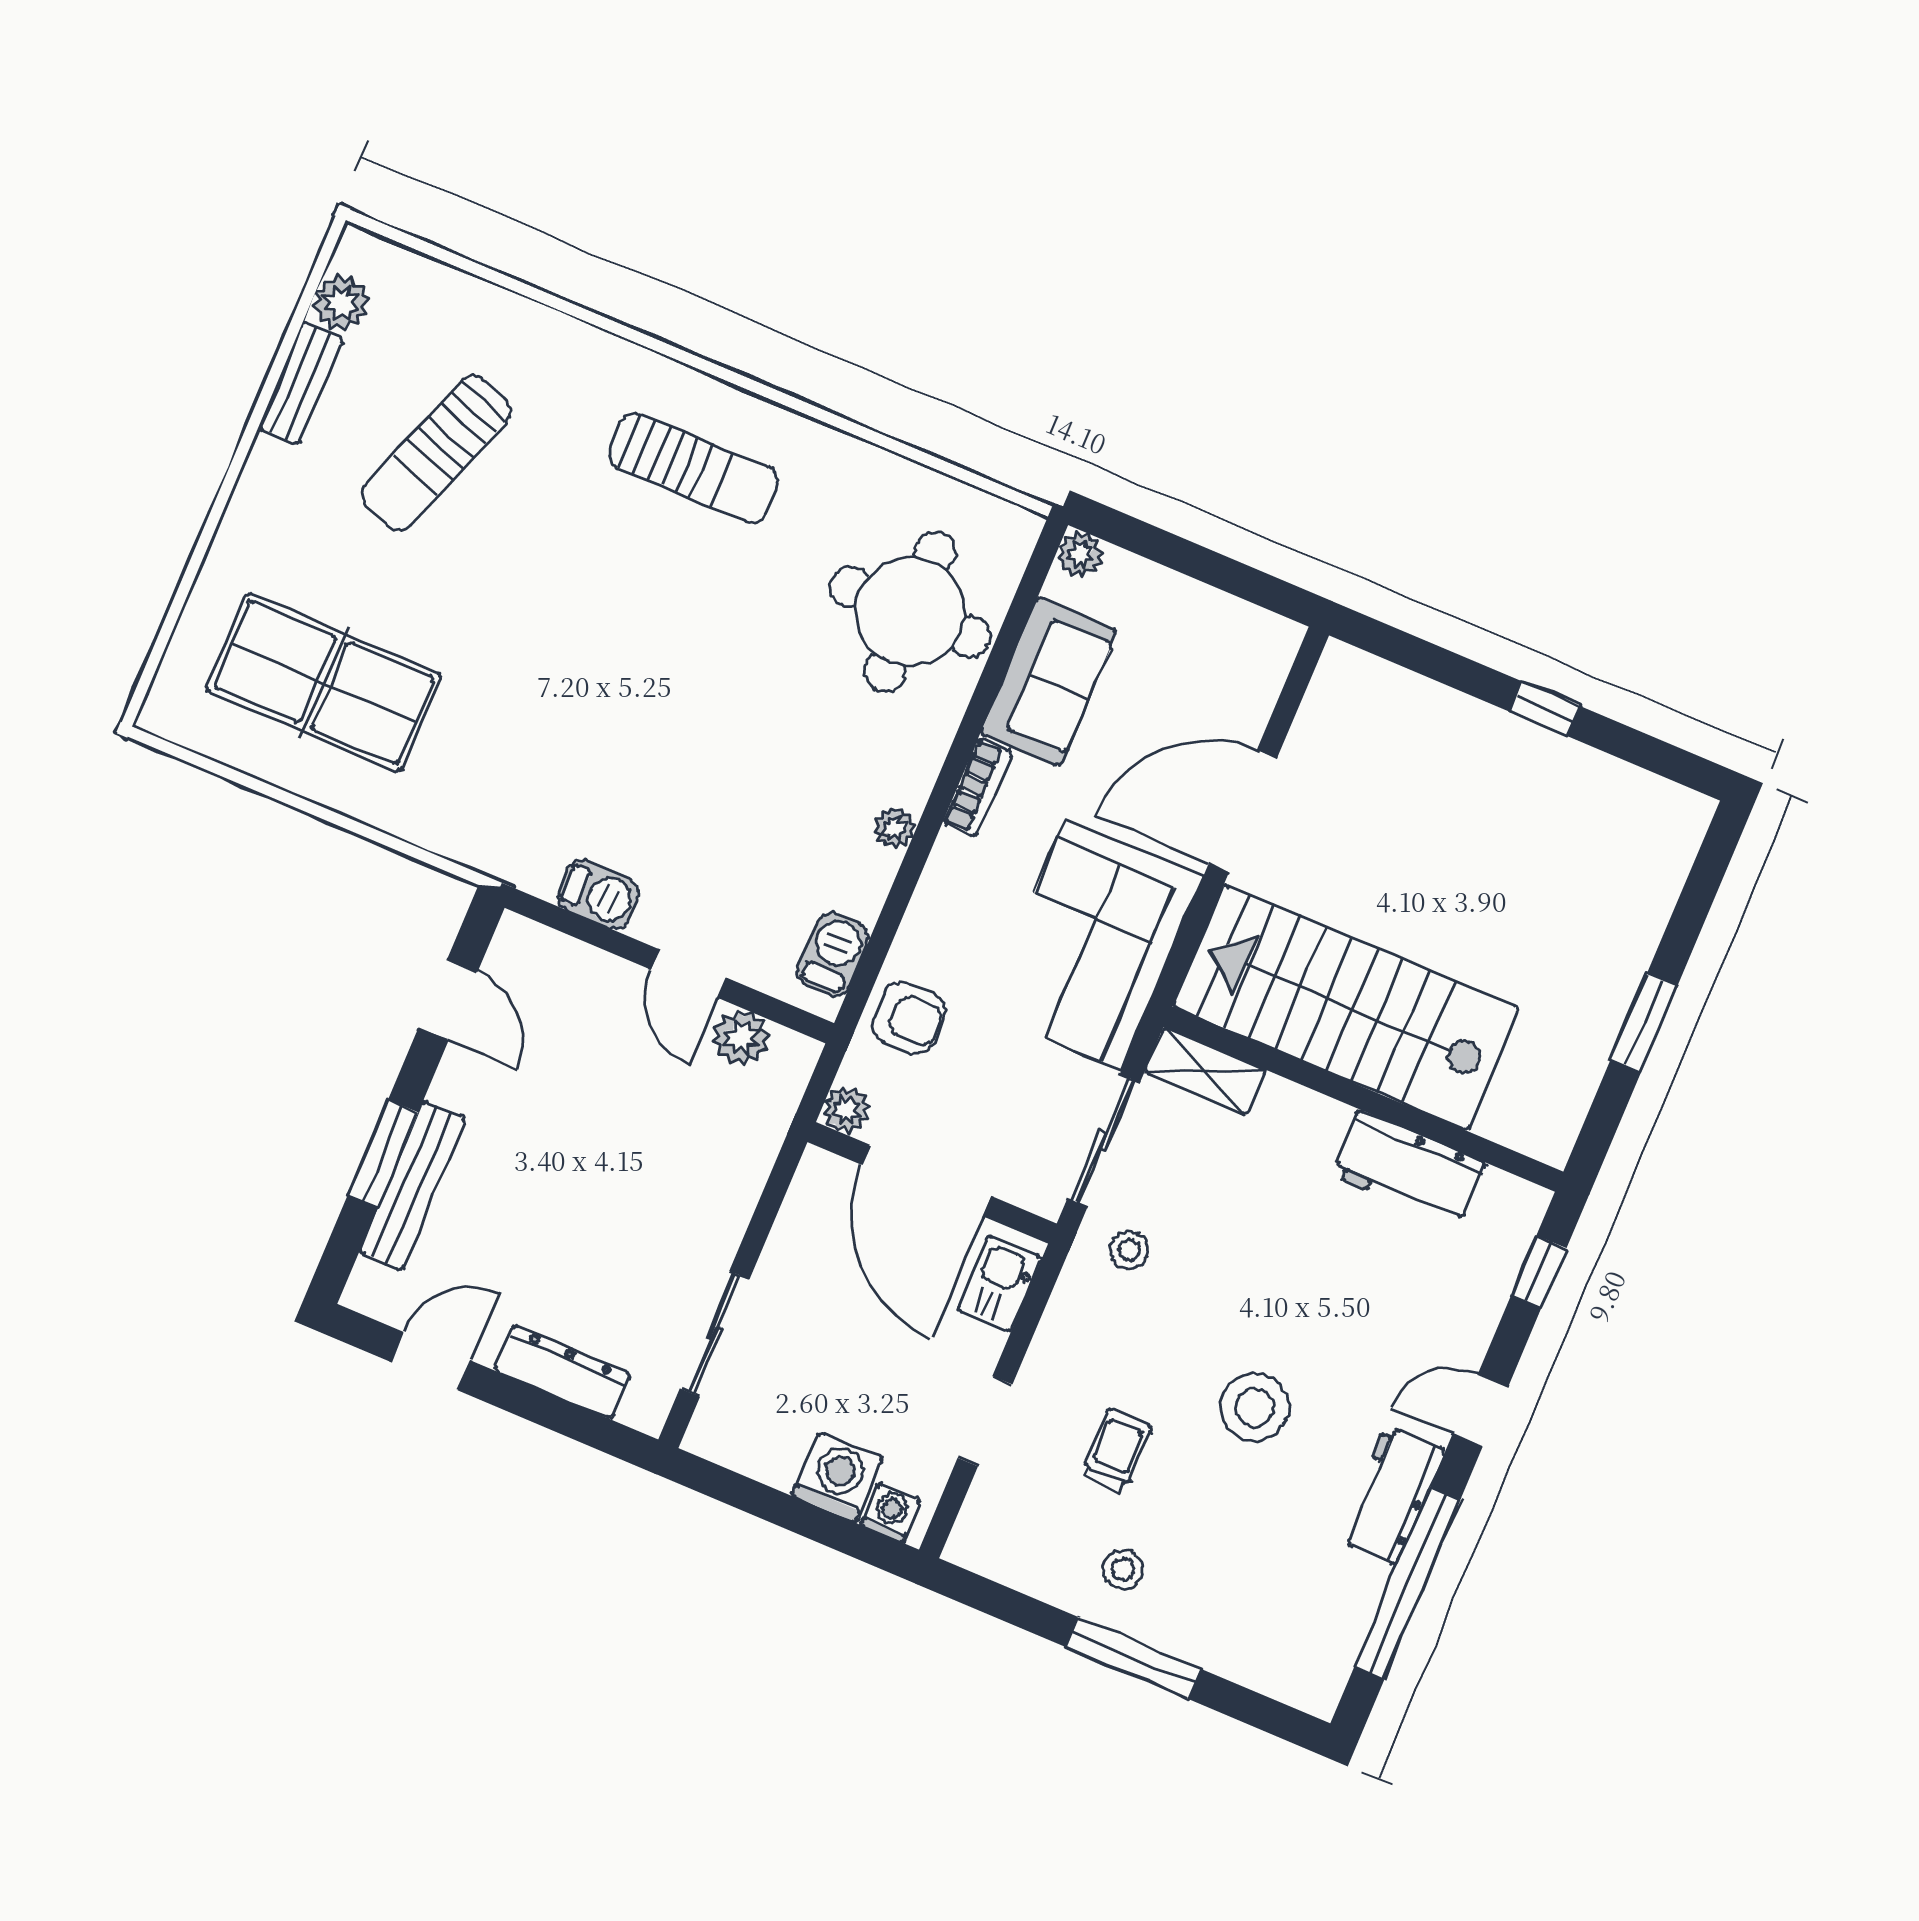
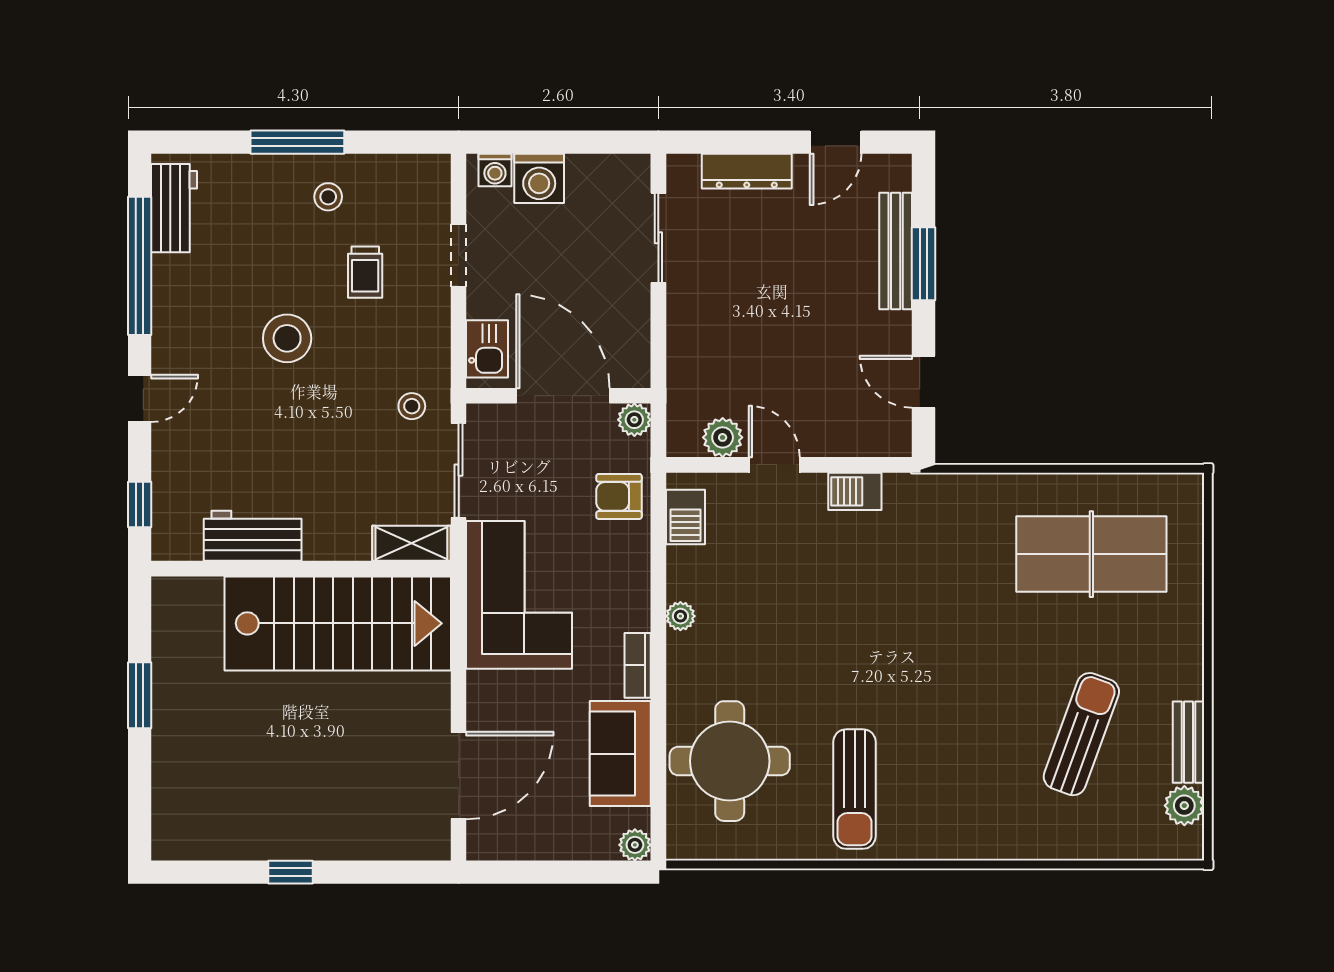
sun lounger: (693, 468) -> (855, 789), moved, turned -90
door: (1243, 811) -> (459, 776), moved
workbench: (1392, 1495) -> (174, 208), moved

